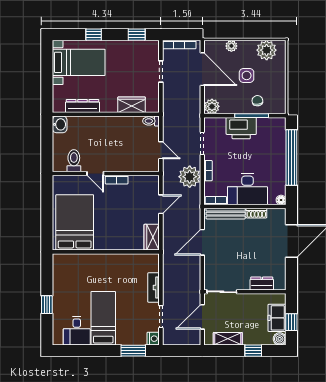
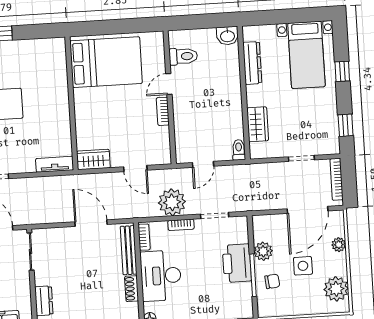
plant: (212, 106) -> (263, 251), moved
tv unit: (154, 288) -> (55, 164), moved

